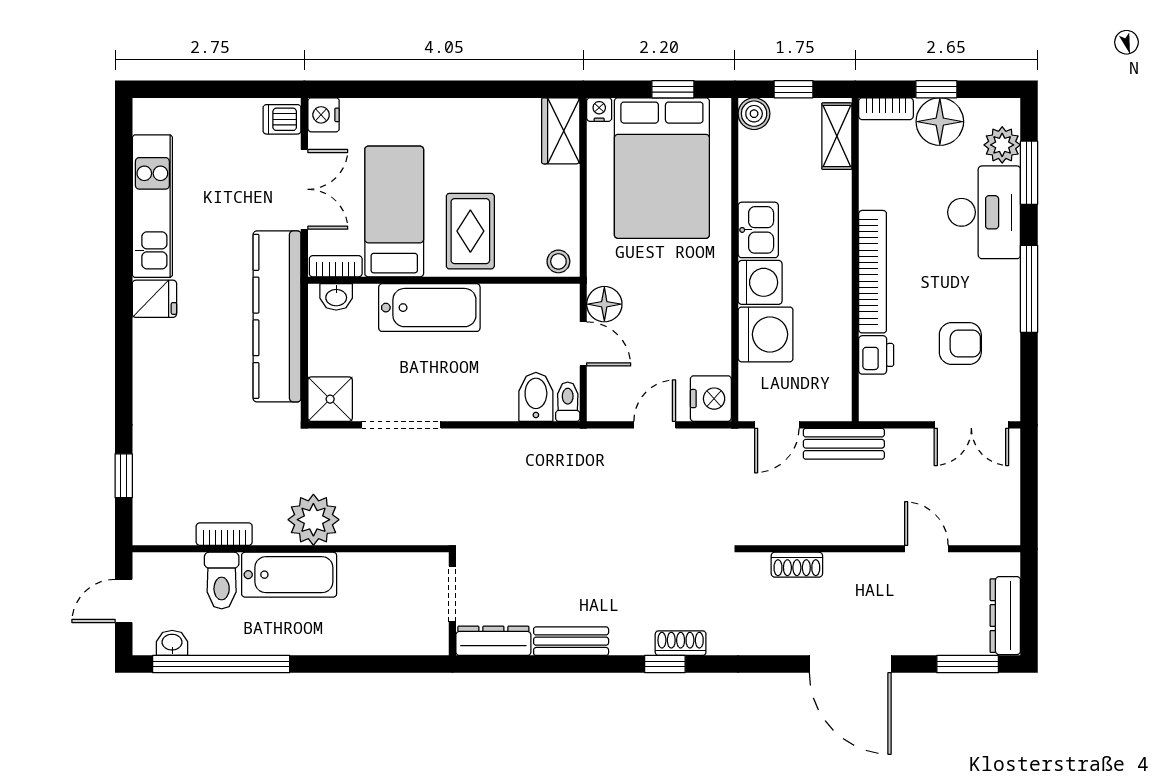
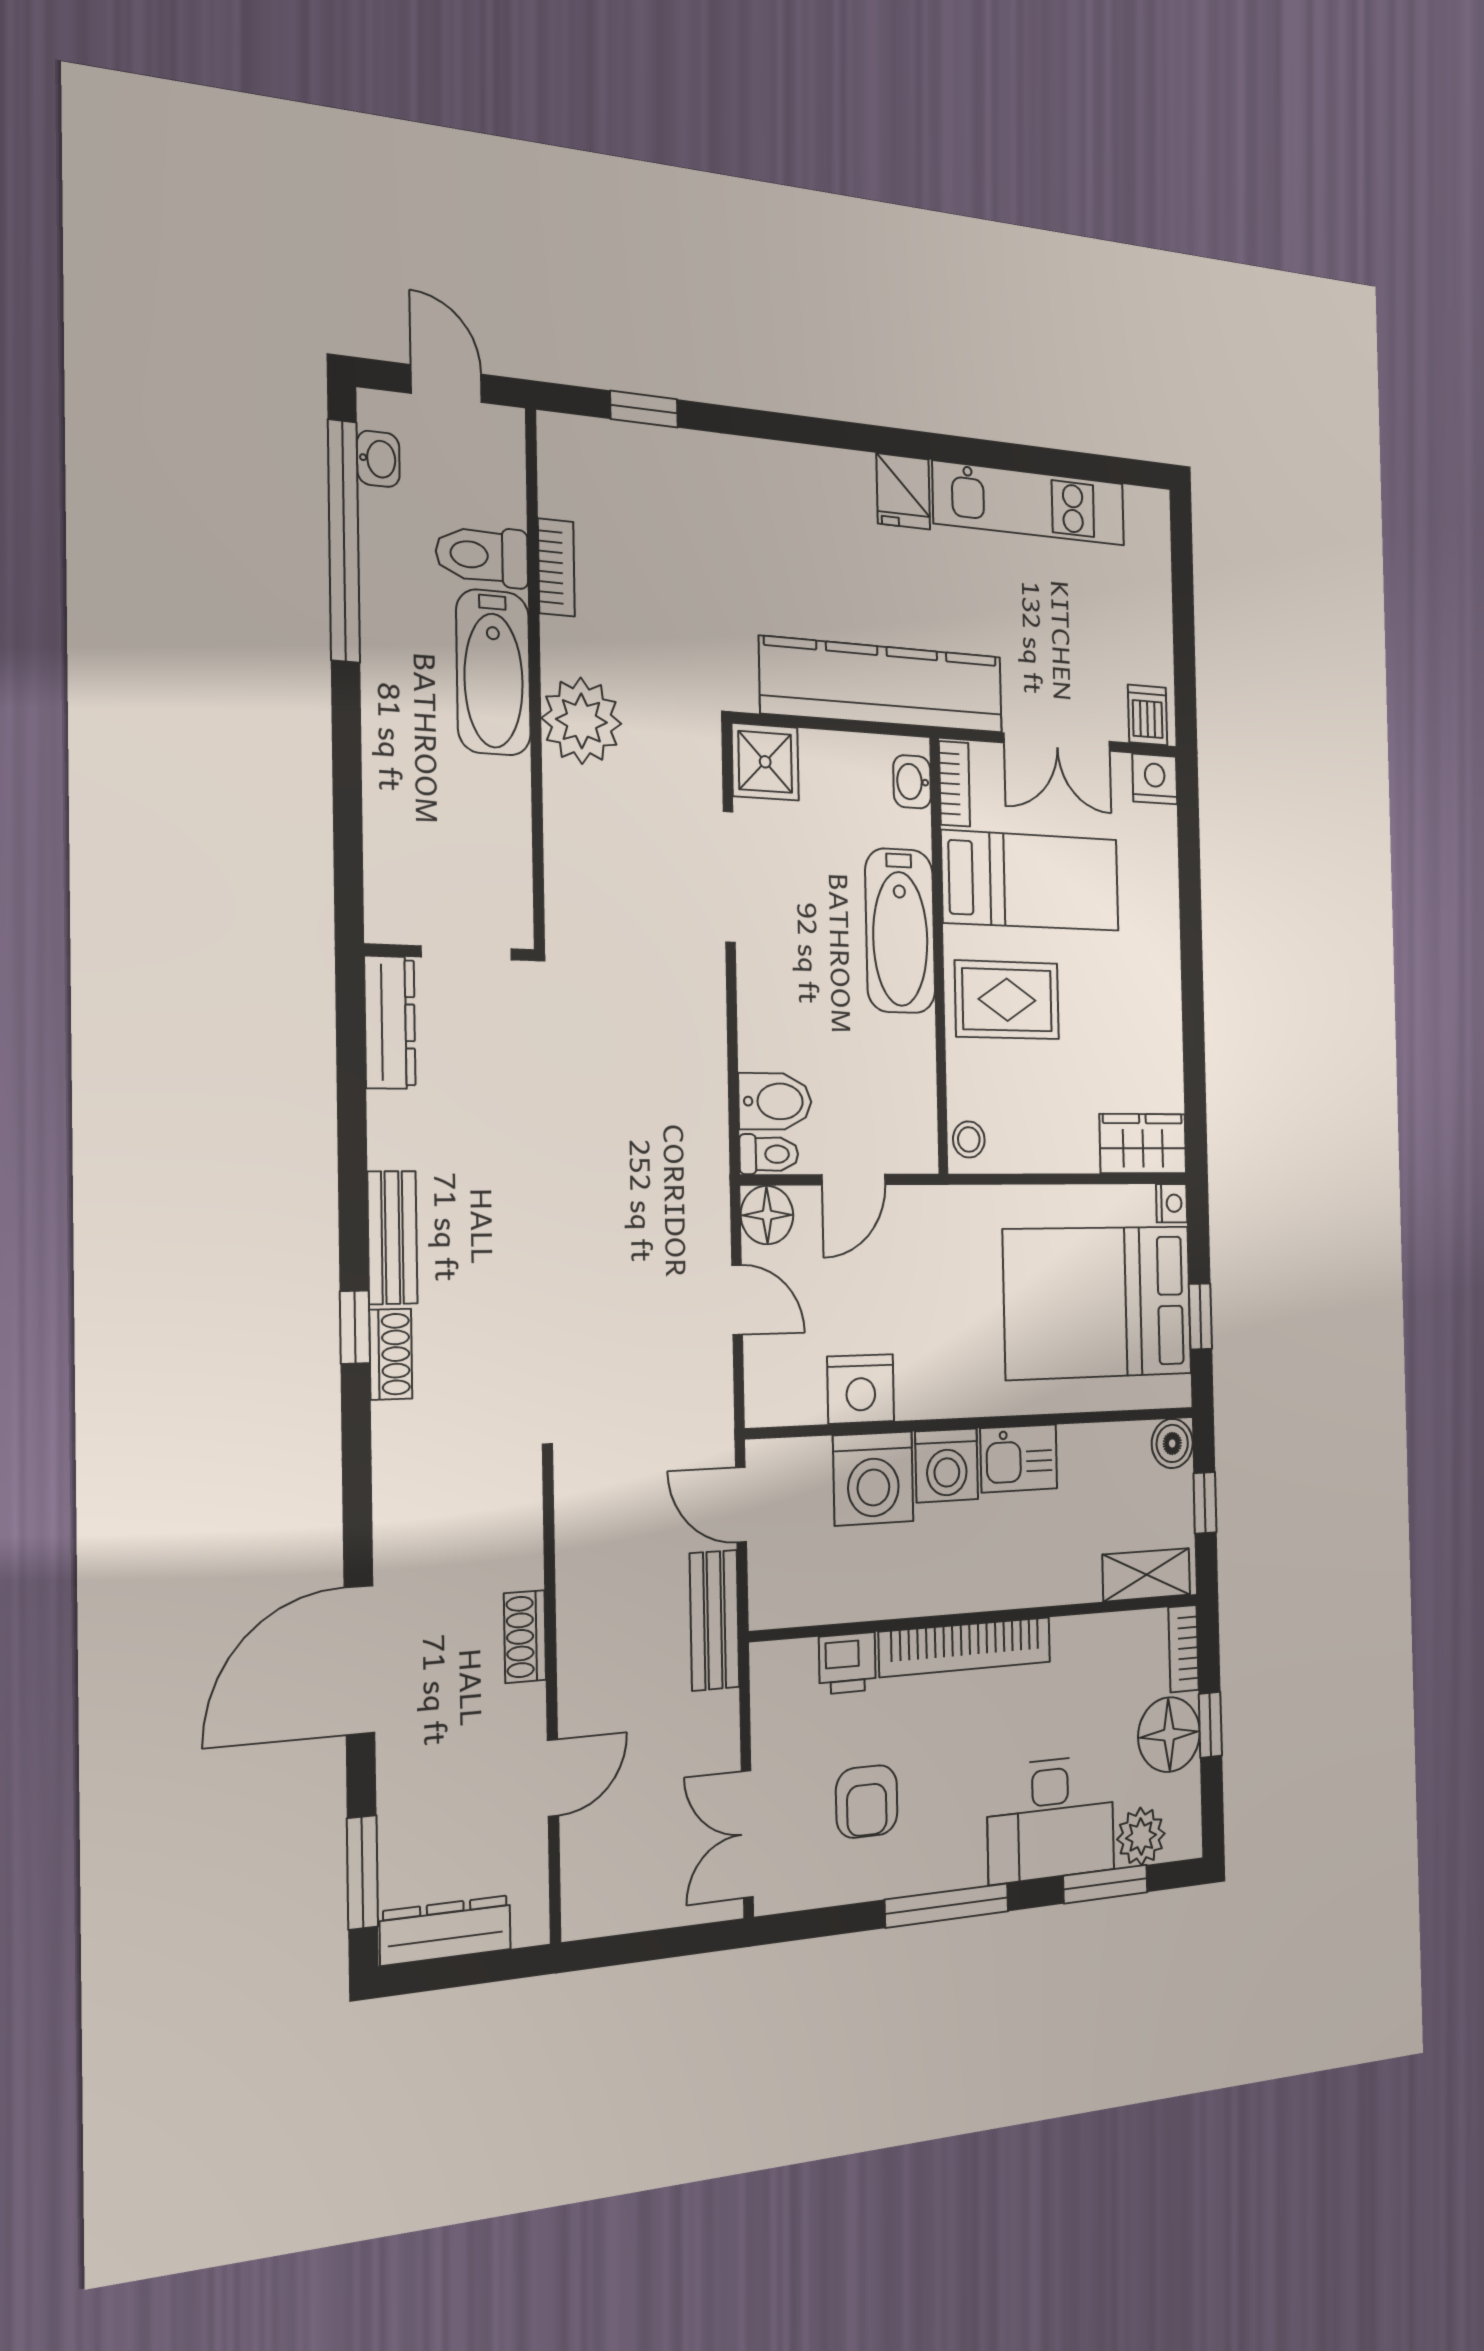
floor lamp: (604, 304) -> (767, 1215), moved
nightstand: (711, 399) -> (861, 1389), moved
shoe rack: (797, 565) -> (525, 1637), moved
bench: (571, 641) -> (392, 1238), moved

